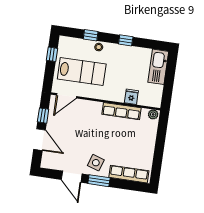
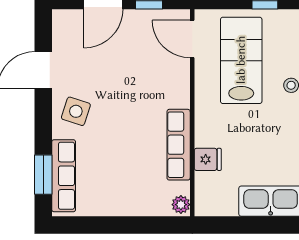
lab bench: (82, 71) -> (241, 60), turned 180
window: (99, 181) -> (43, 175), moved

